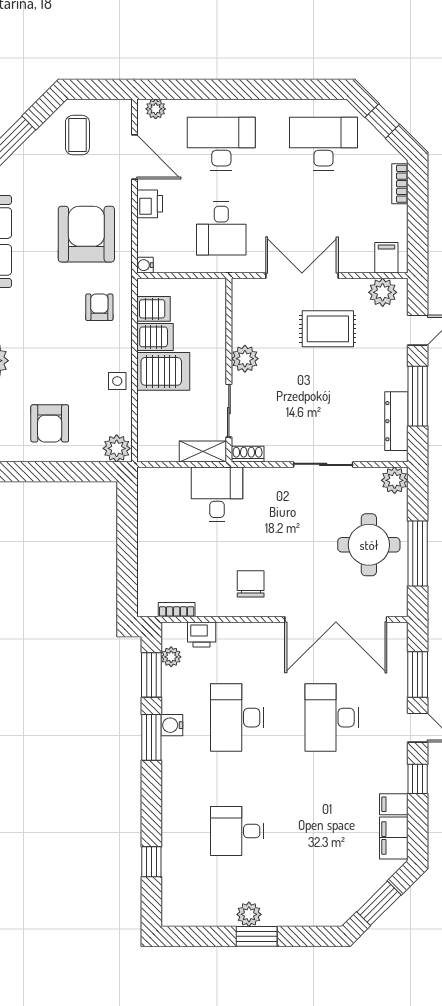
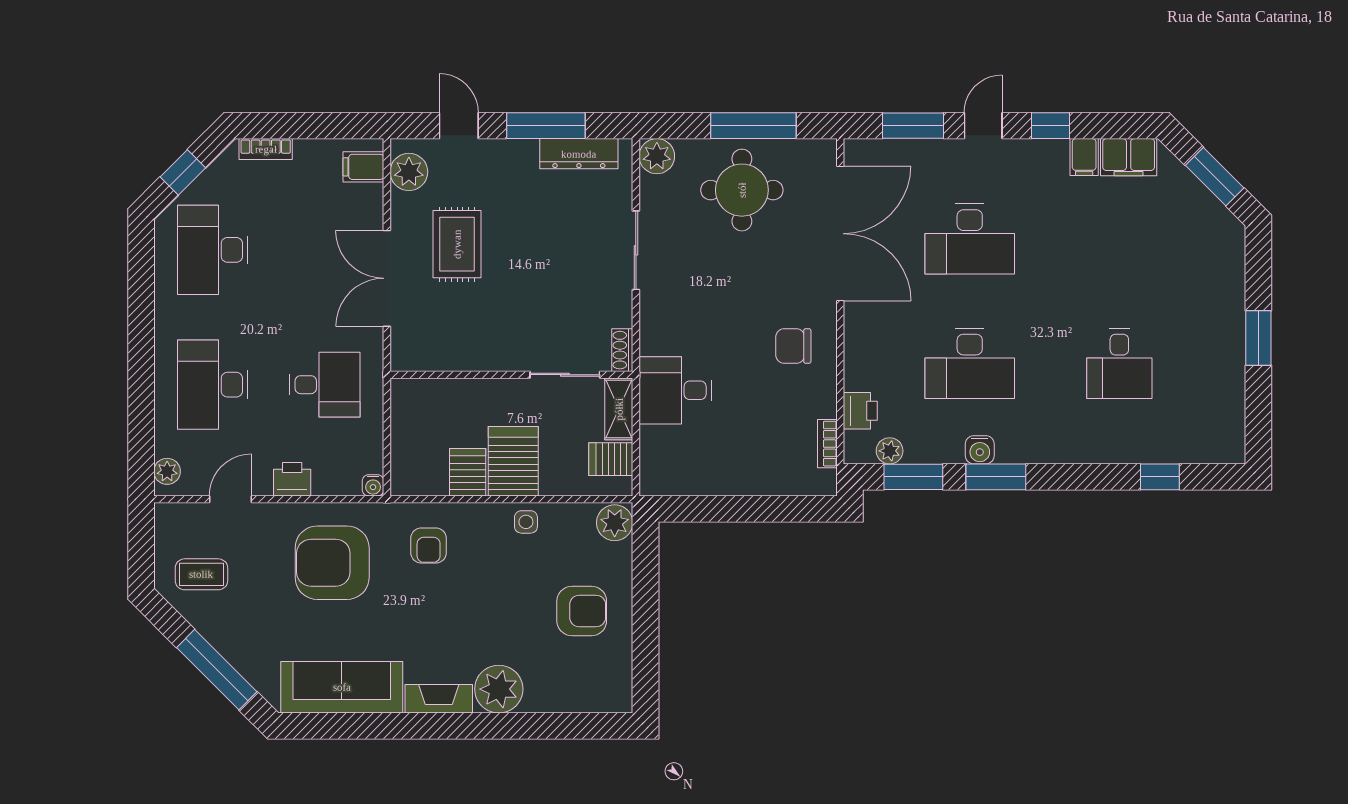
door: (134, 157) -> (230, 499), width x0.73
armchair: (99, 307) -> (429, 546), turned -90
server rack: (153, 309) -> (611, 459), moved, turned -90
plant: (245, 359) -> (496, 354), removed
plant: (249, 914) -> (1229, 348), removed

